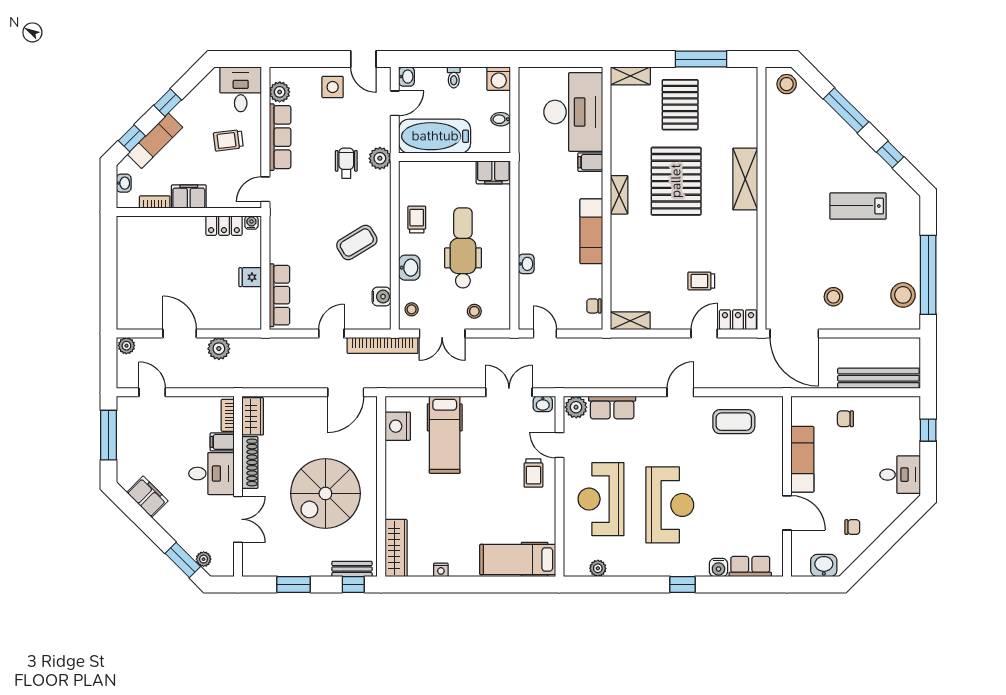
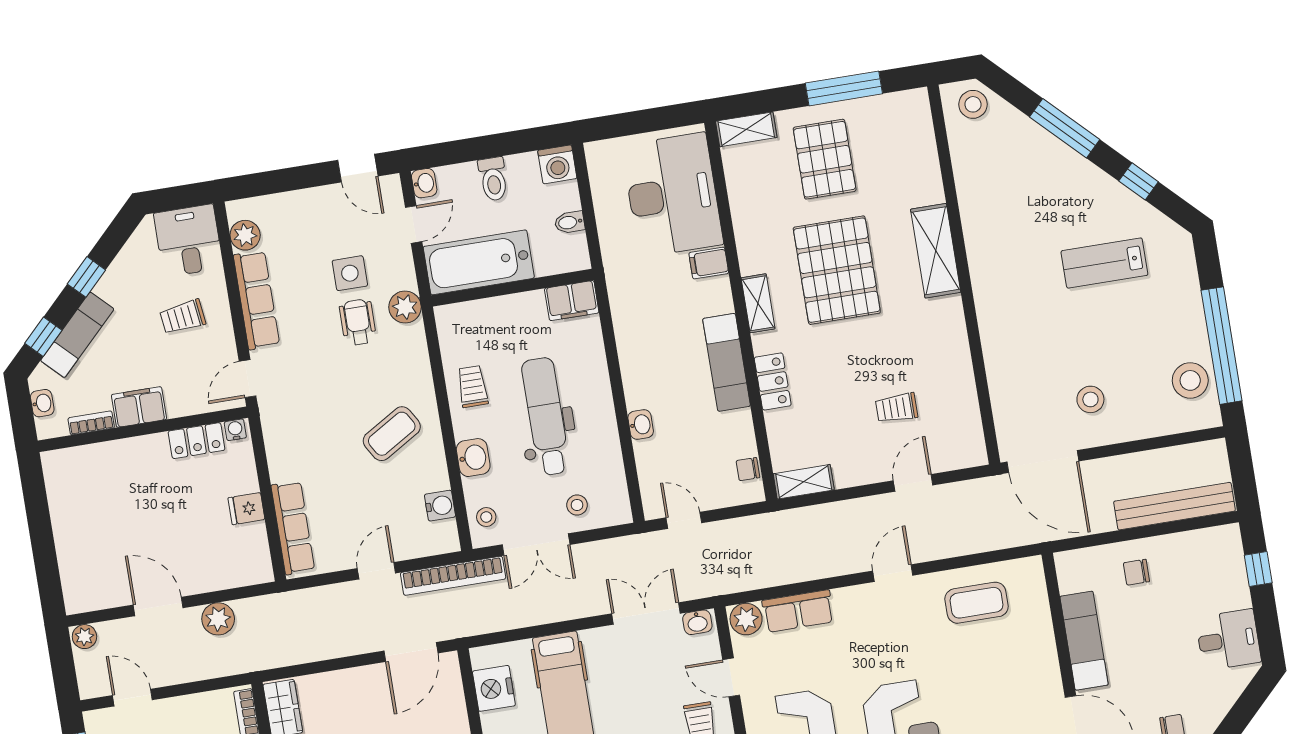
toilet: (454, 77) -> (493, 179), width x1.37, depth x1.39
side table: (333, 87) -> (350, 273), moved
locker: (738, 320) -> (773, 381), moved, turned 90

